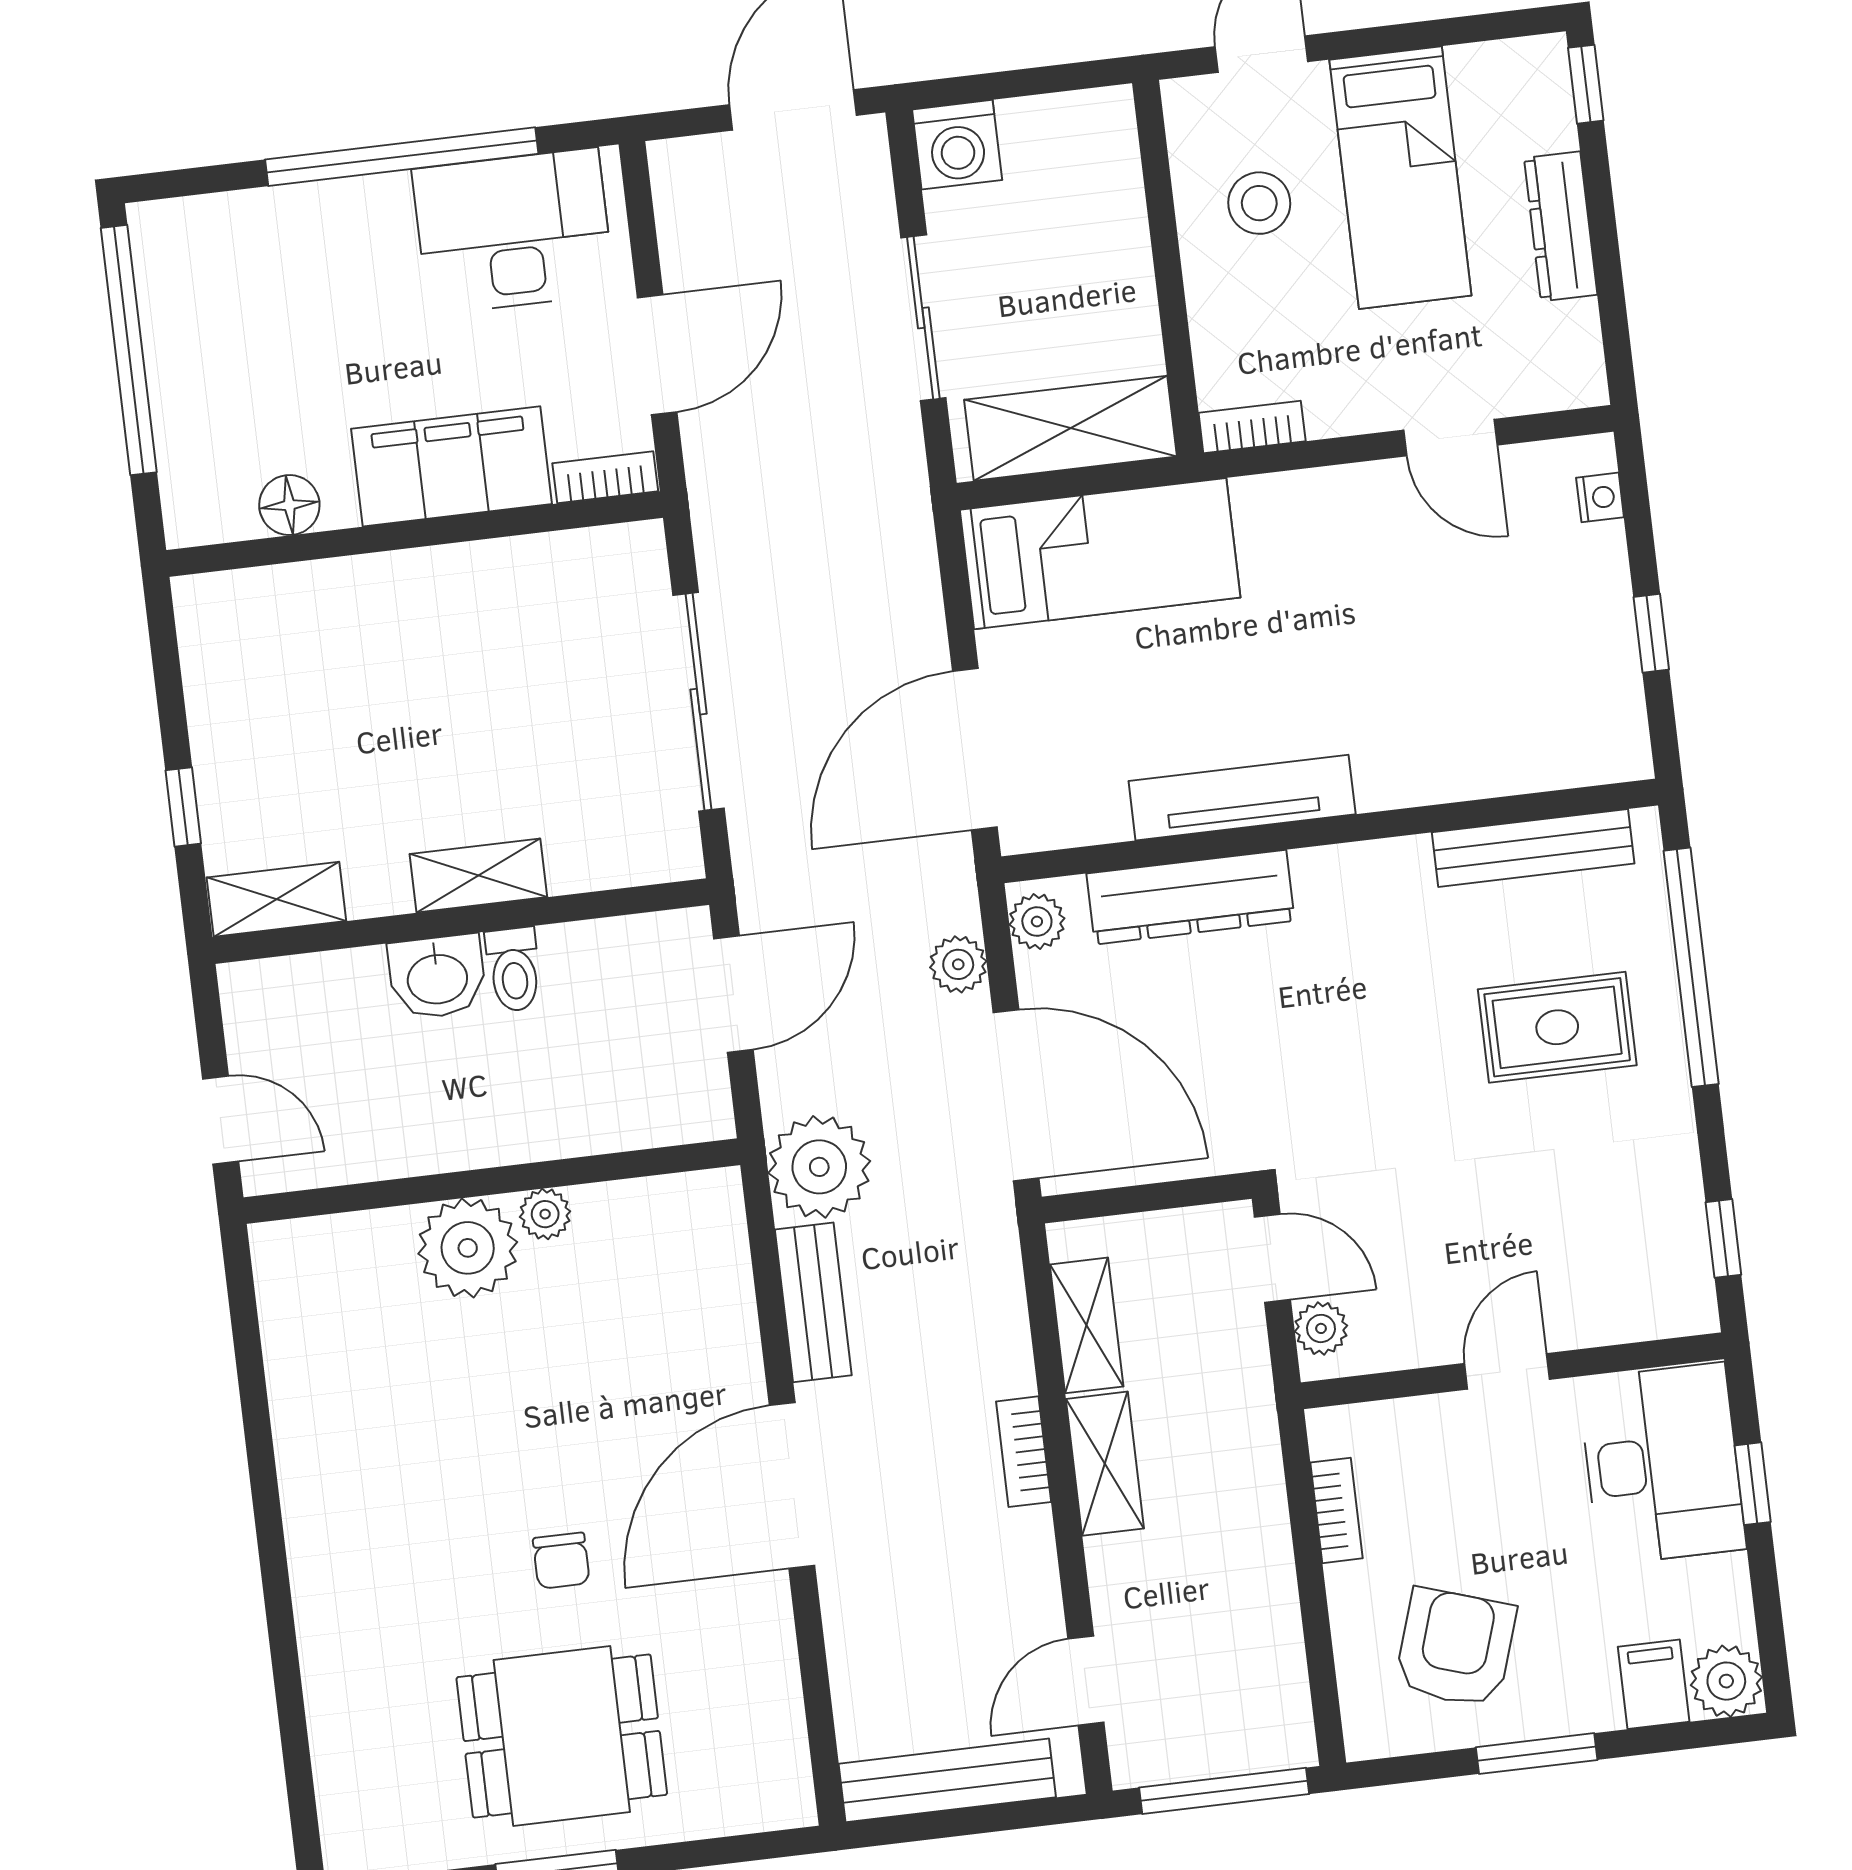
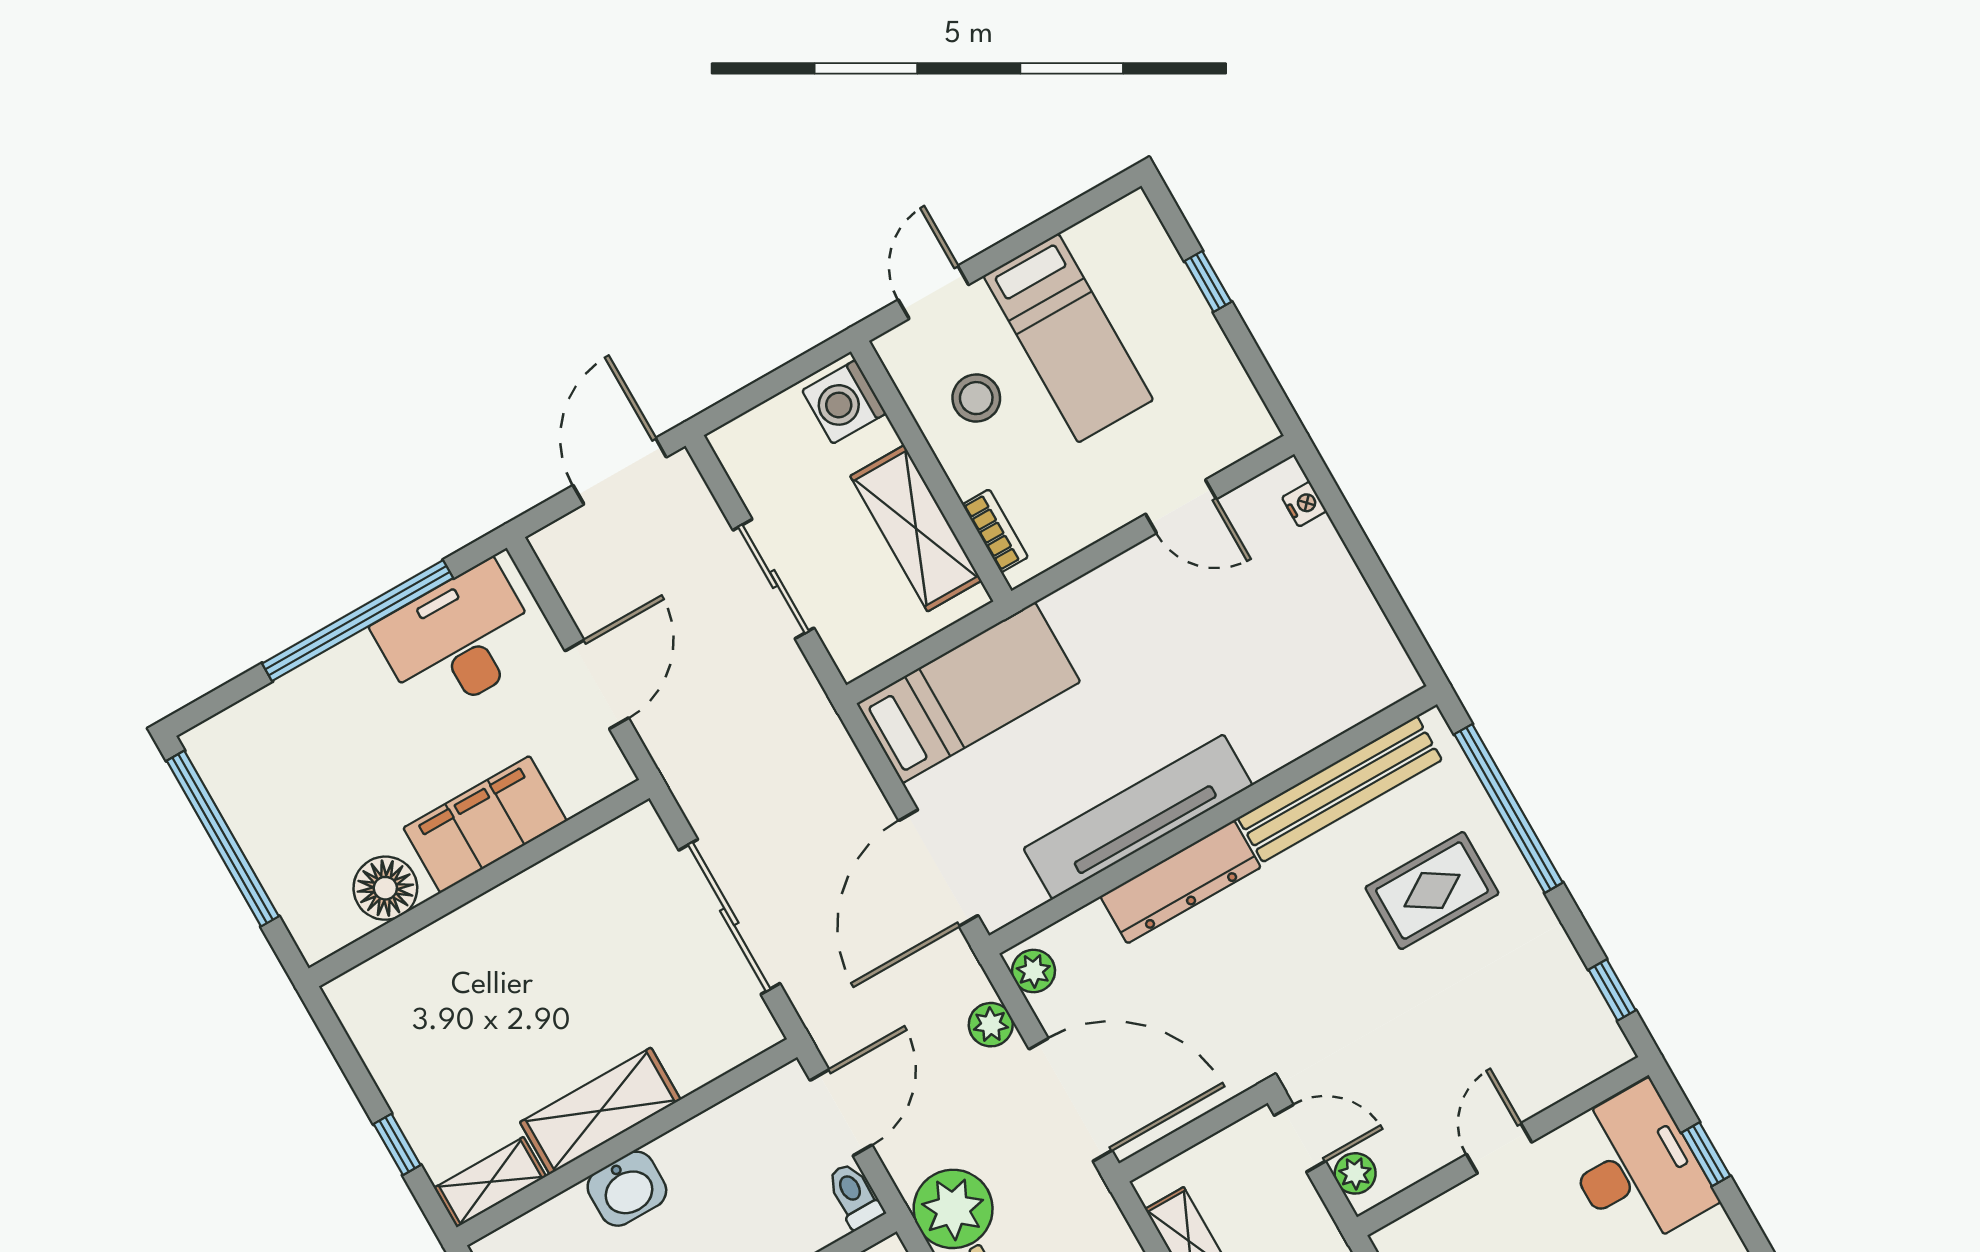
window: (1586, 84) -> (1208, 281), moved
washing machine: (957, 145) -> (844, 402), moved, turned 90
dresser: (1561, 226) -> (1196, 325), removed
bookcase: (1252, 427) -> (995, 531), moved, turned 90
shelving: (1071, 428) -> (916, 528), moved, turned 90
bookcase: (605, 477) -> (597, 786), removed
floor lamp: (289, 505) -> (385, 888), width x1.38, depth x1.38
window: (1651, 633) -> (1381, 585), removed
tv unit: (1242, 798) -> (1138, 817), width x1.36, depth x1.29
bench: (1533, 848) -> (1340, 789), width x1.37, depth x1.21
shelving: (478, 876) -> (600, 1111), width x1.50, depth x1.33
dresser: (1190, 897) -> (1180, 882), moved
toilet: (514, 969) -> (854, 1196), moved, turned 180

